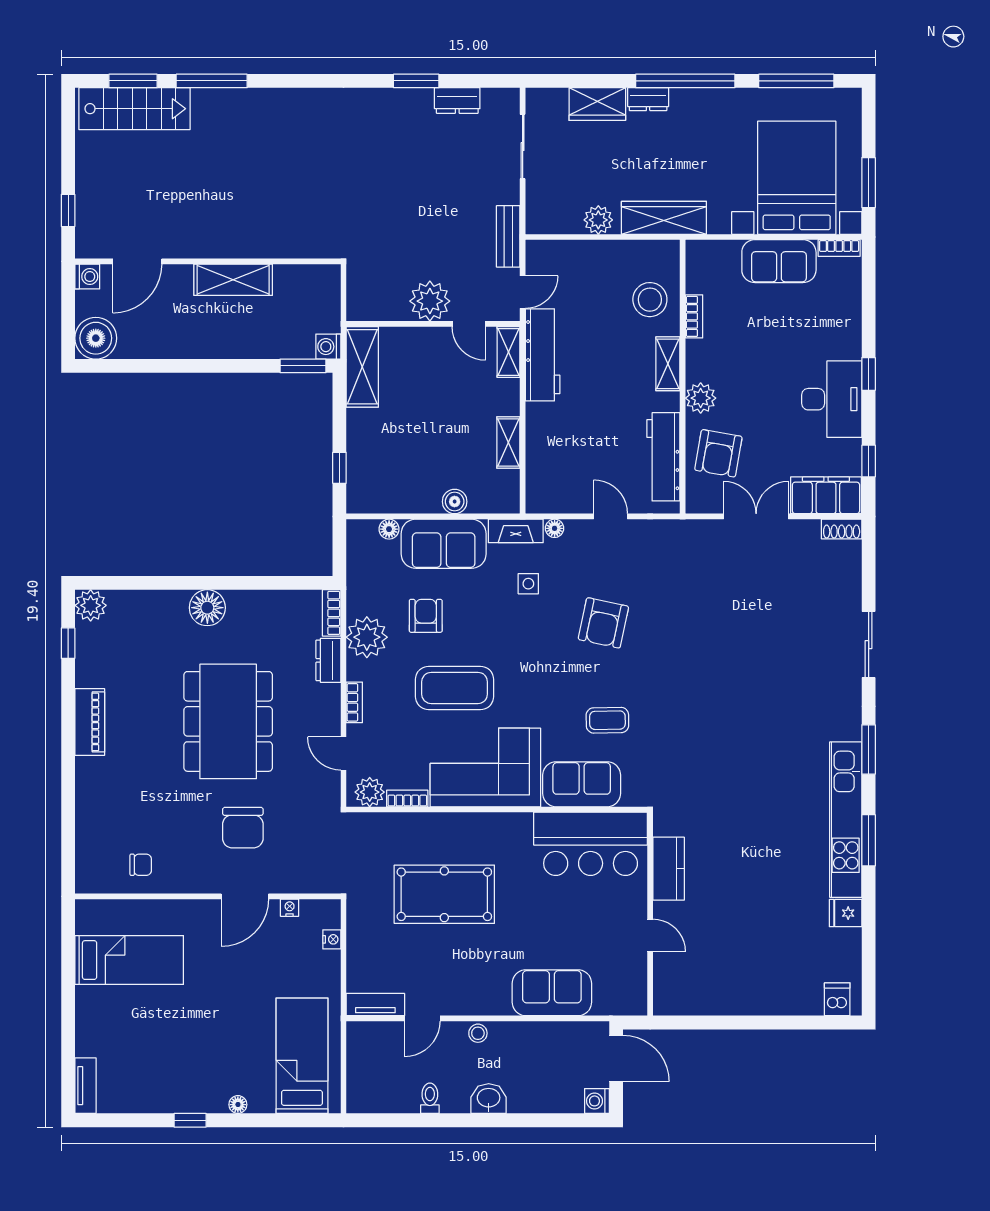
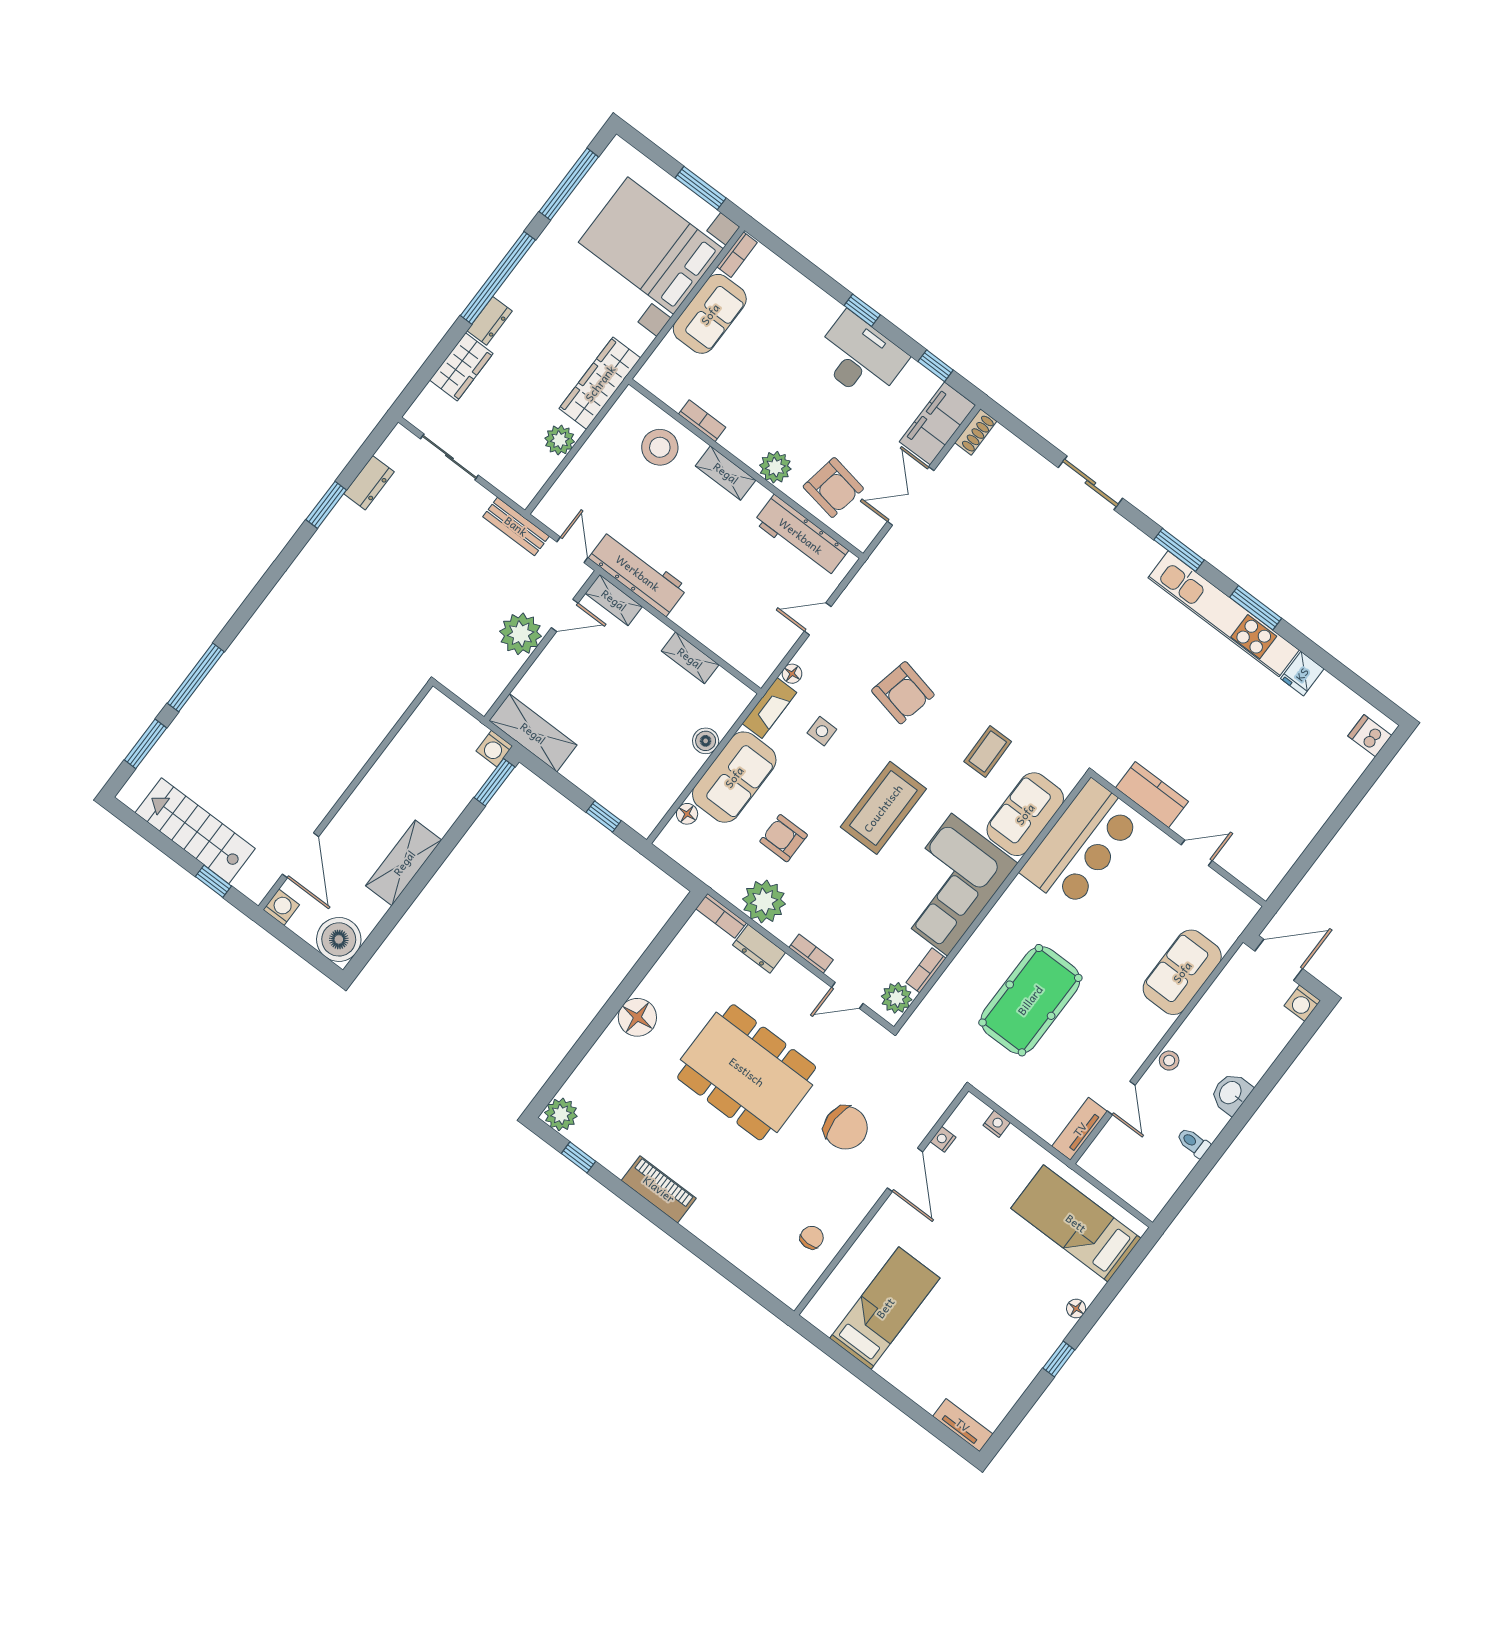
stairs: (134, 109) -> (195, 831), moved, turned -90
shelving: (233, 280) -> (404, 863), moved
coffee table: (455, 688) -> (883, 808), moved

